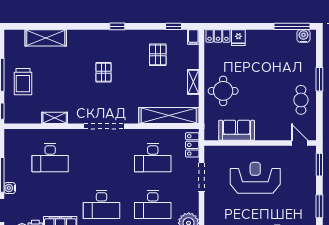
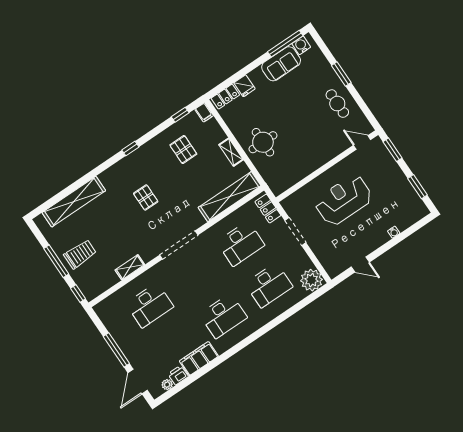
shelving: (46, 38) -> (74, 202), width x1.47
trolley: (23, 82) -> (80, 254), turned -90
sofa: (237, 130) -> (281, 64), moved, turned 180
water cooler: (10, 188) -> (132, 356), removed

